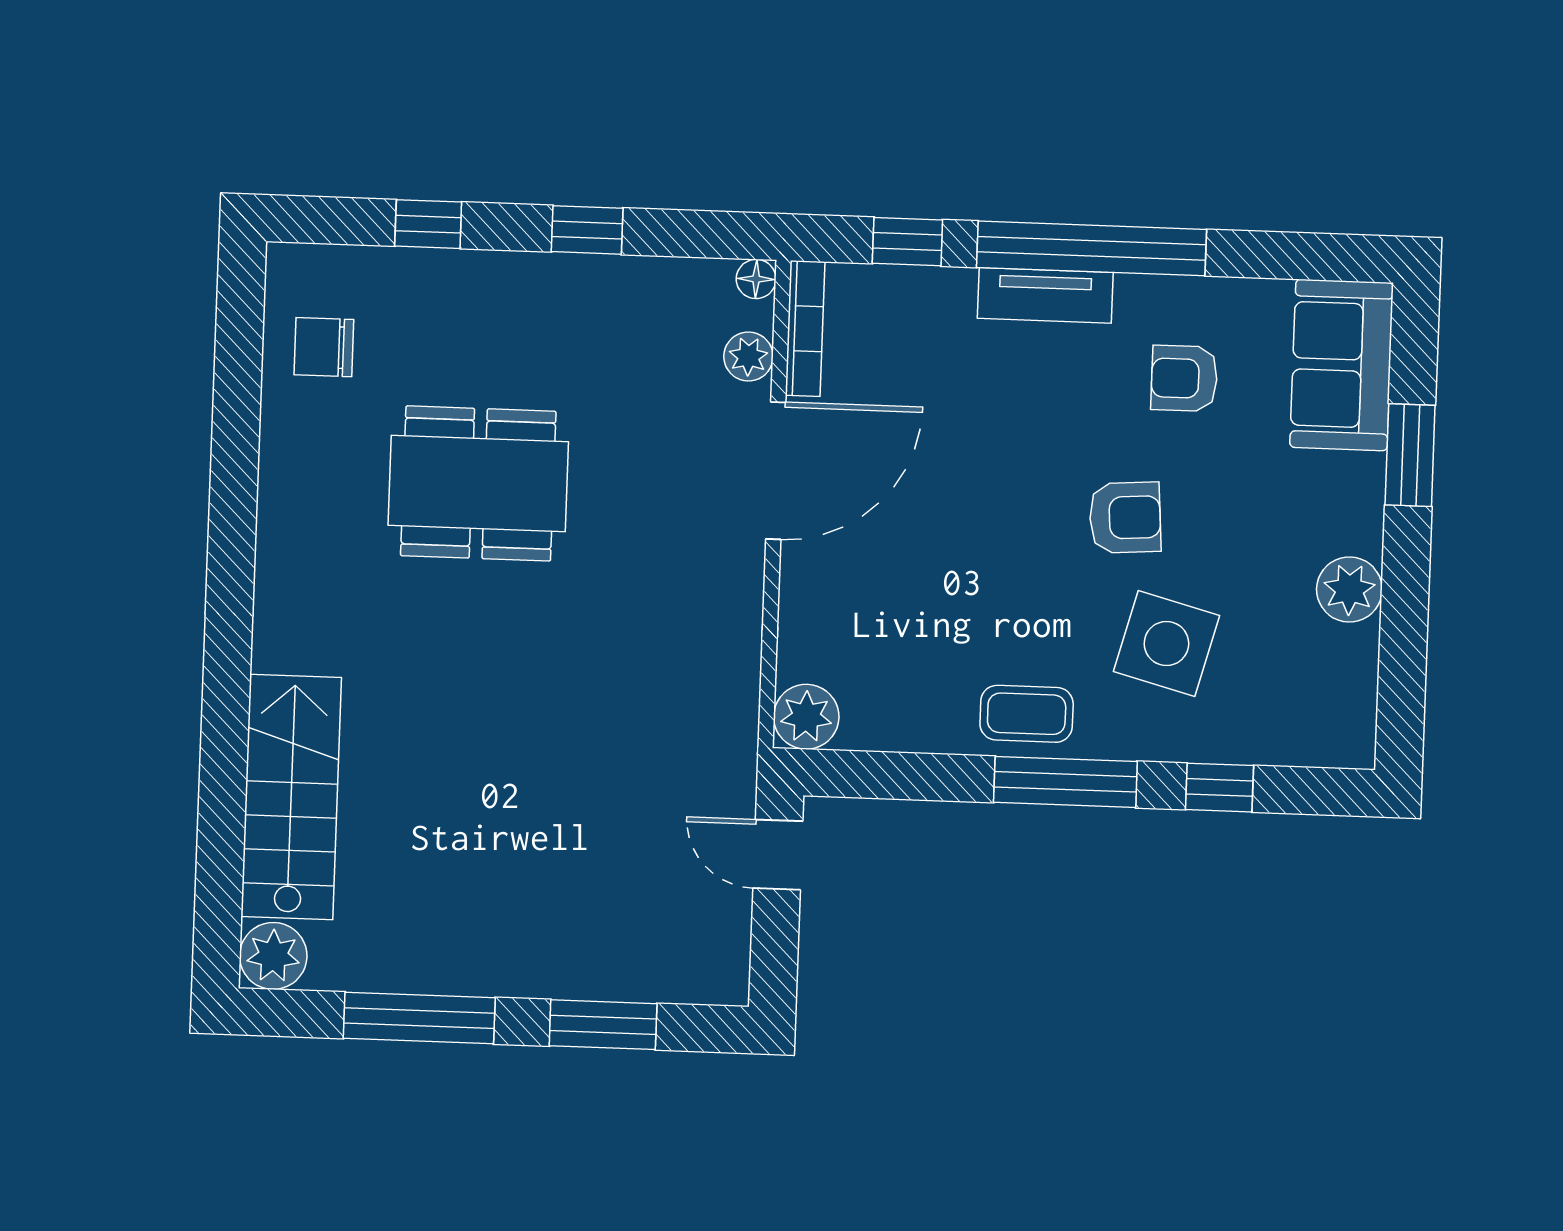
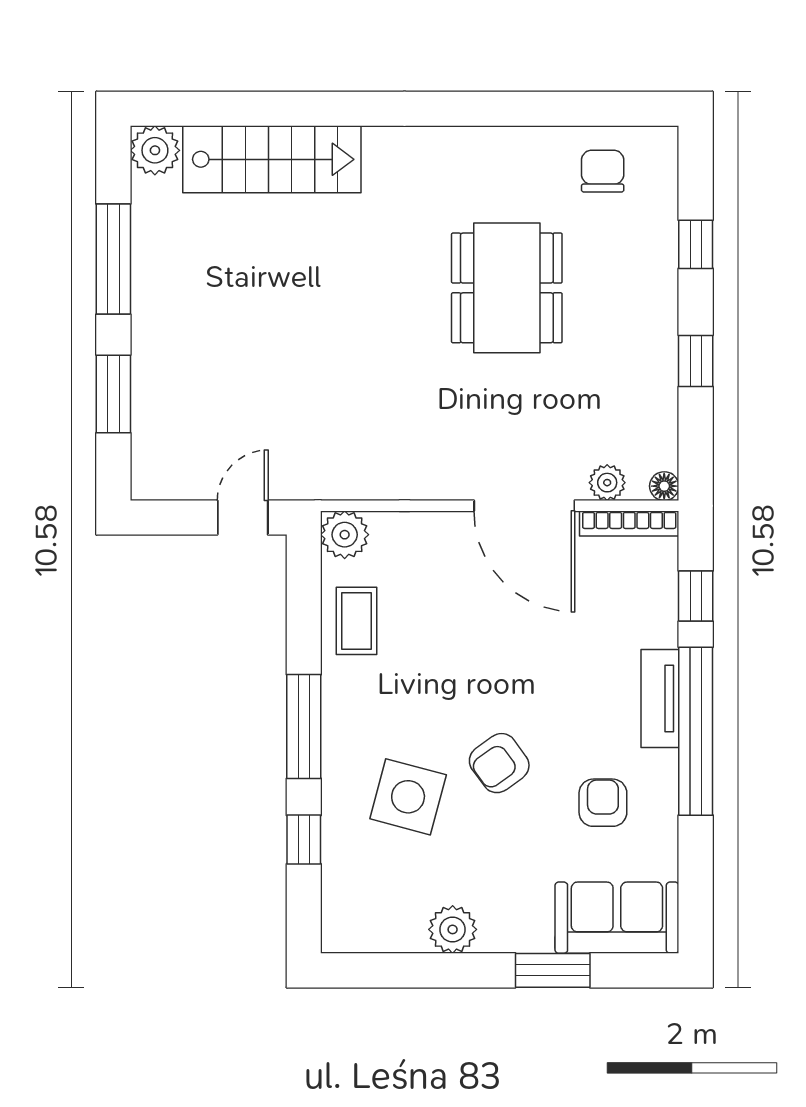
armchair: (1125, 518) -> (499, 763), turned 58
coffee table: (1027, 714) -> (357, 621), moved

